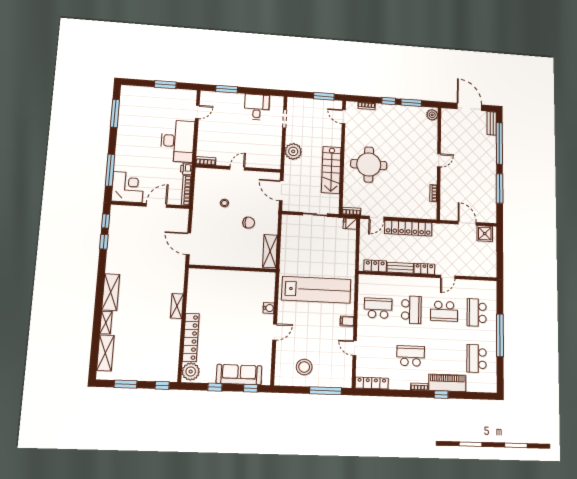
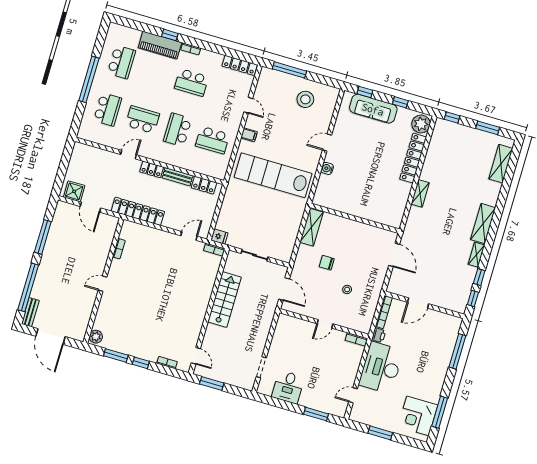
plant: (293, 151) -> (261, 329), removed
round table: (369, 165) -> (182, 296), removed
corner desk: (128, 187) -> (418, 416), moved
locker: (408, 228) -> (138, 211), moved
shelving: (106, 323) -> (476, 255), moved

